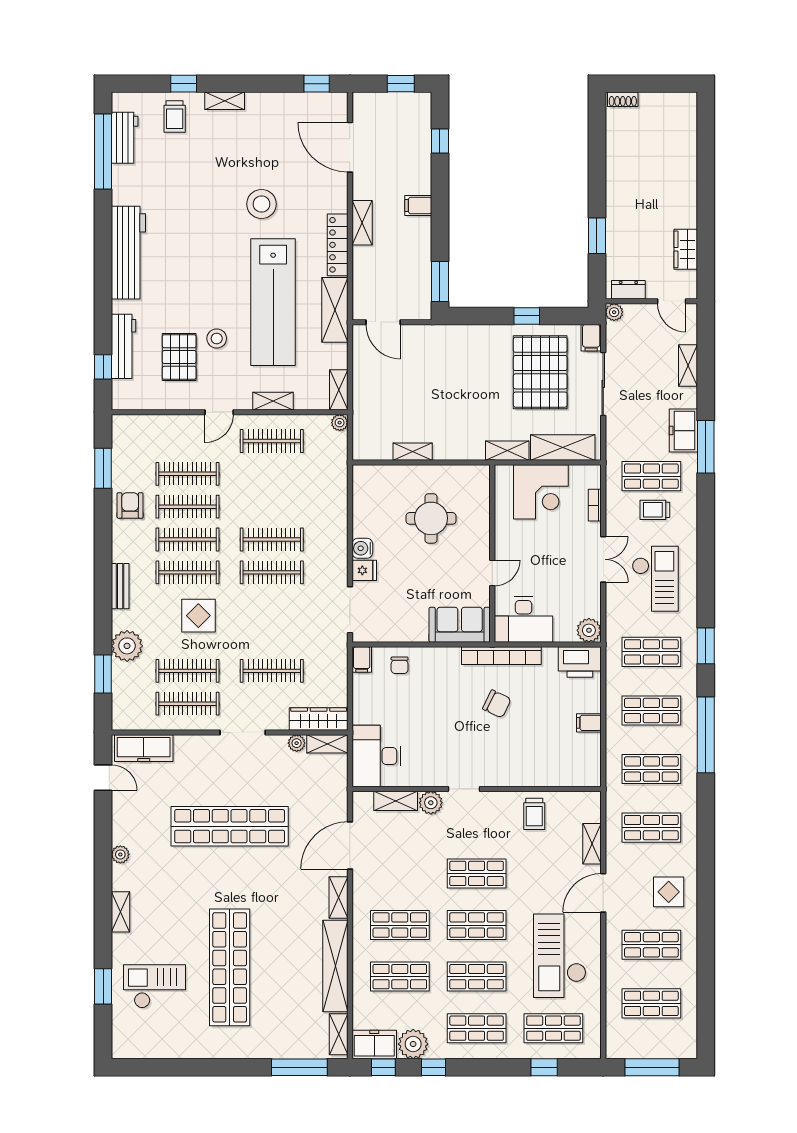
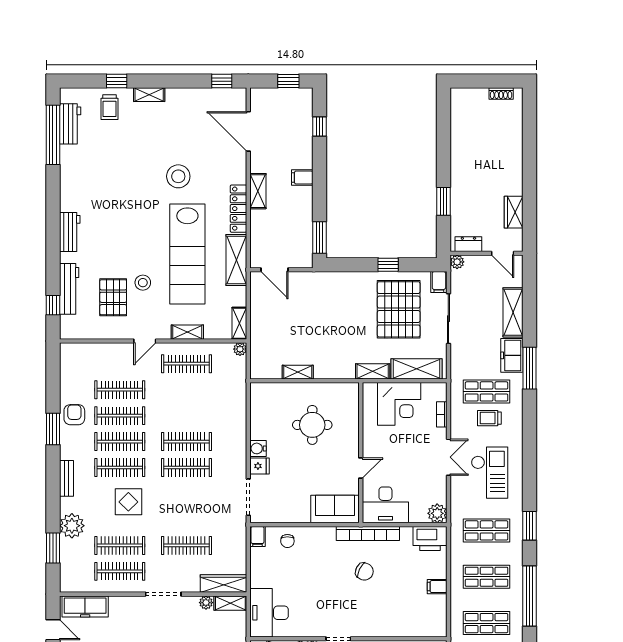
shoe rack: (623, 99) -> (501, 94), moved
workbench: (128, 253) -> (70, 232), width x0.53, depth x0.76
shelving: (688, 366) -> (513, 312), width x1.50, depth x1.33
window: (103, 468) -> (53, 429), moved

